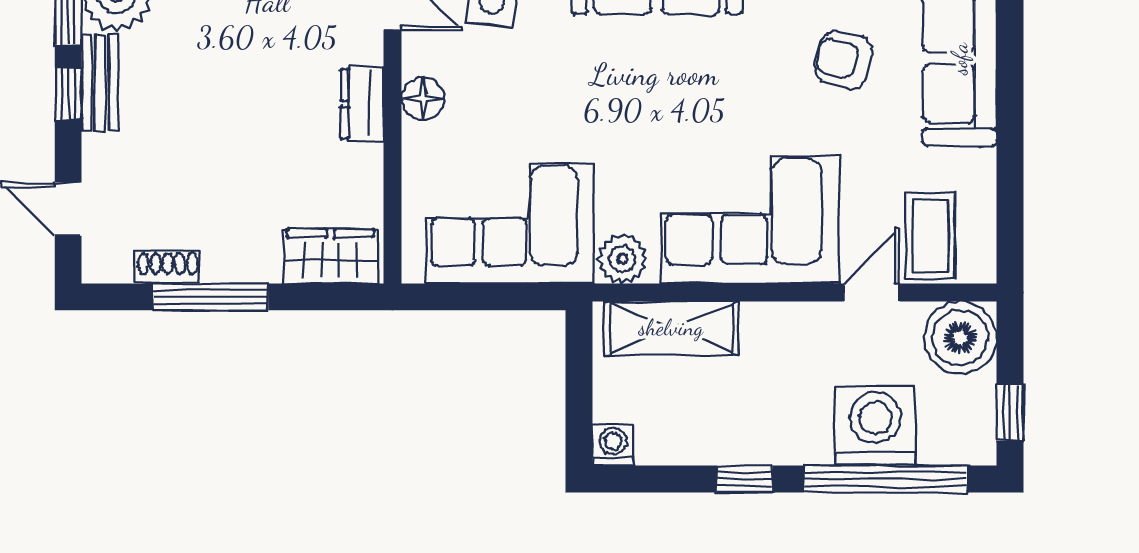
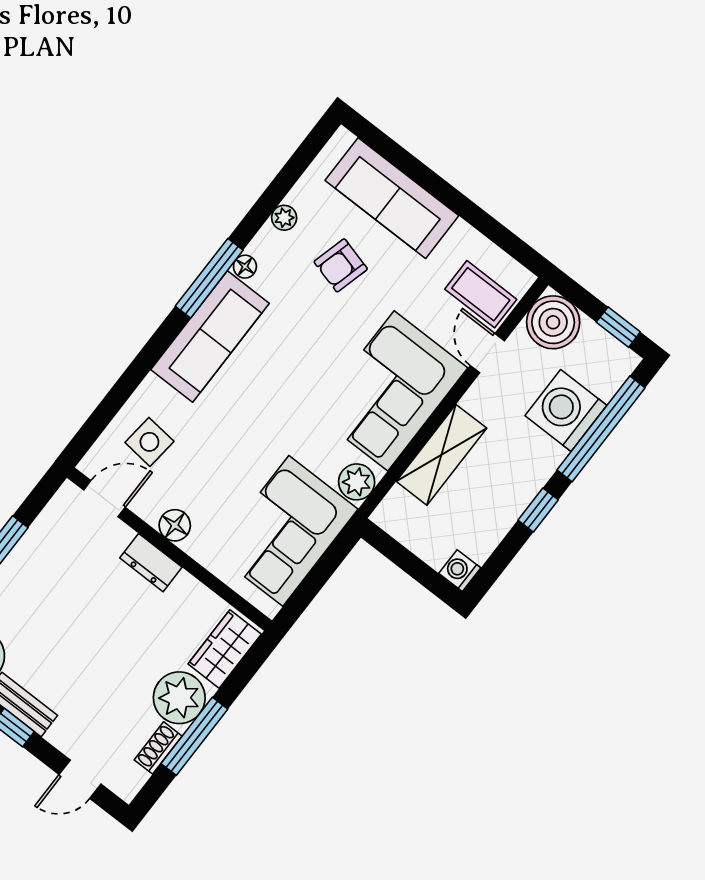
plant: (240, 248) -> (179, 698), added
shelving: (671, 328) -> (441, 455), moved

